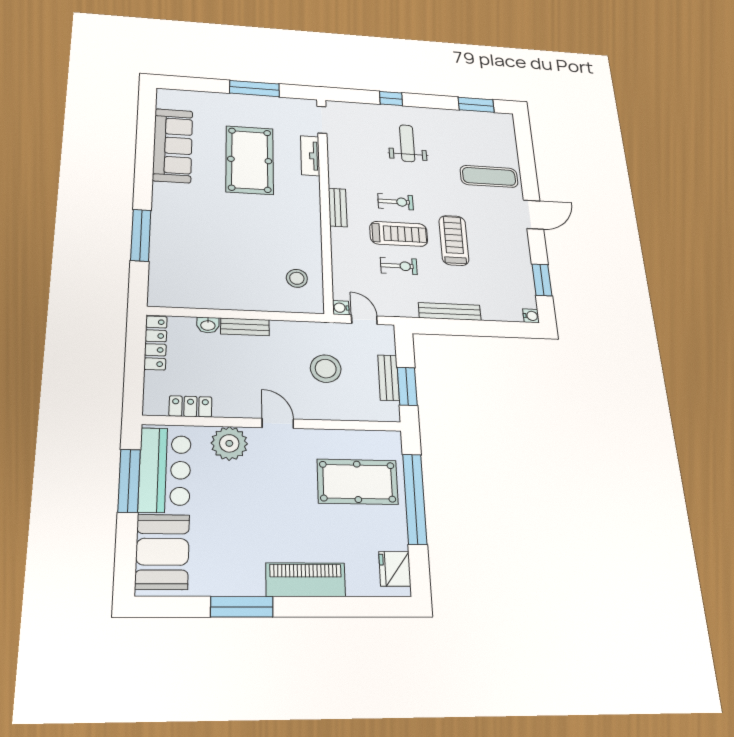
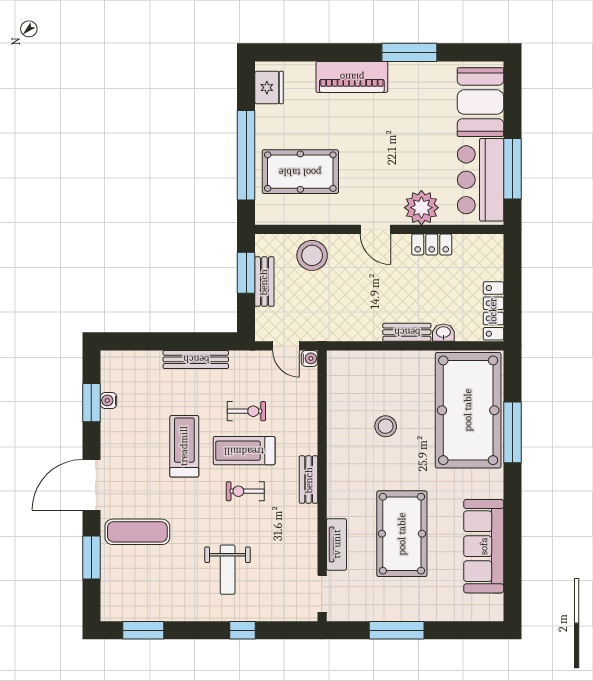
window: (526, 160) -> (91, 557), added
door: (533, 215) -> (91, 485), width x1.36
treadmill: (454, 240) -> (184, 446), turned 180
pool table: (184, 256) -> (468, 410), added
exercise bike: (399, 266) -> (246, 411), turned 180
stool: (297, 278) -> (386, 426), moved
water cooler: (531, 316) -> (109, 400), moved
stool: (326, 369) -> (312, 255), moved
locker: (190, 406) -> (432, 244), moved

